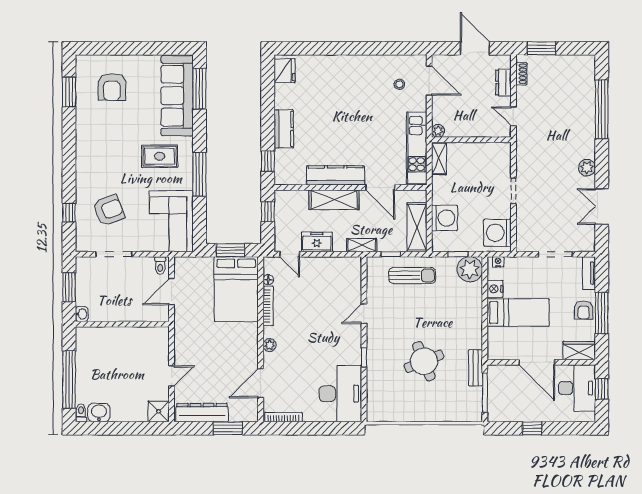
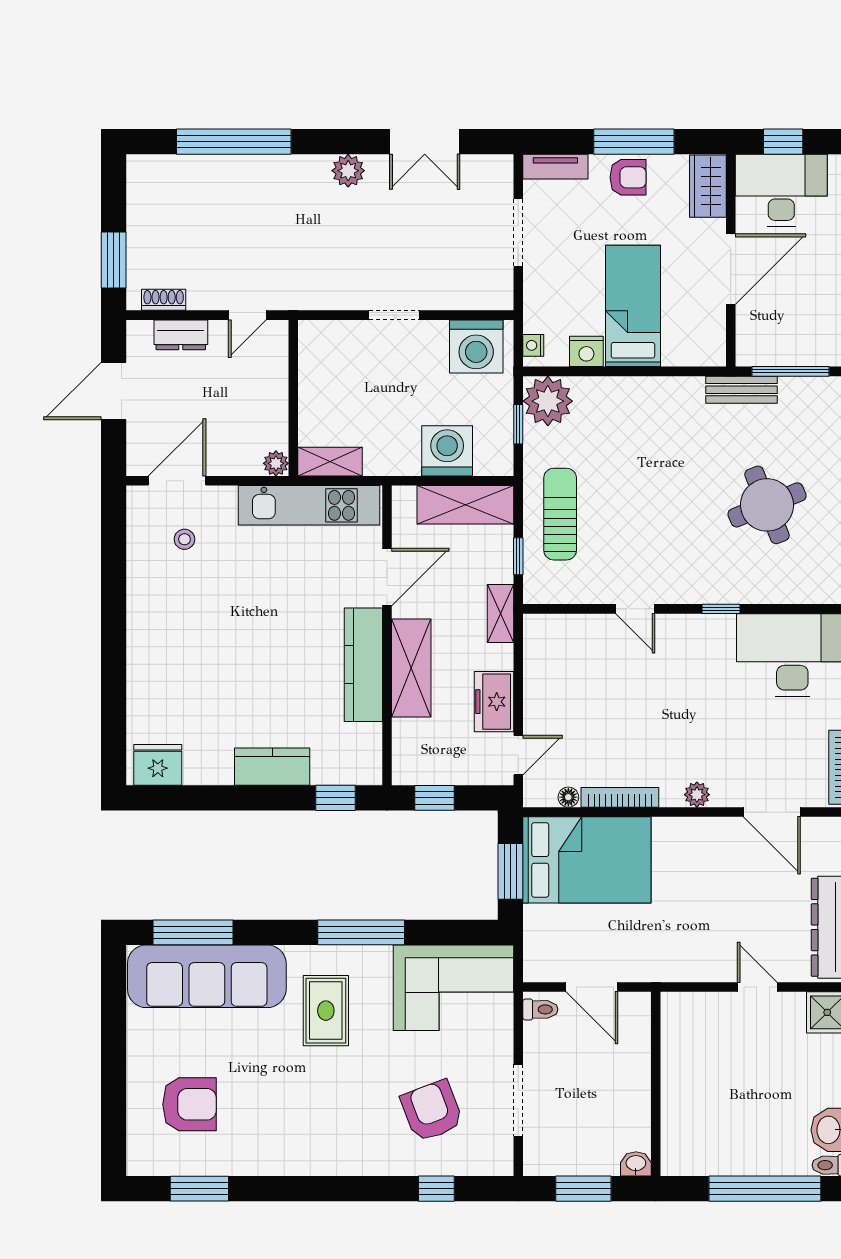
round table: (424, 361) -> (767, 505), moved

